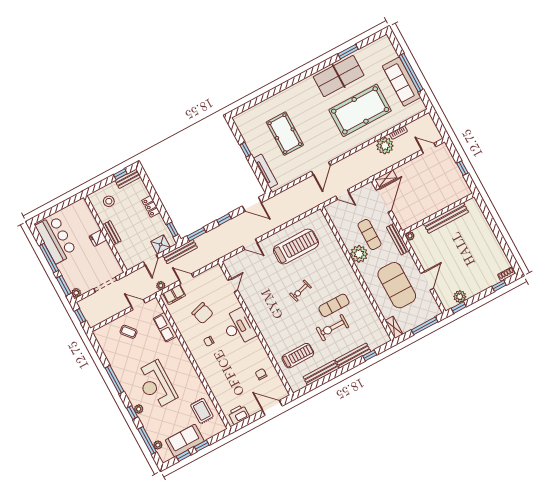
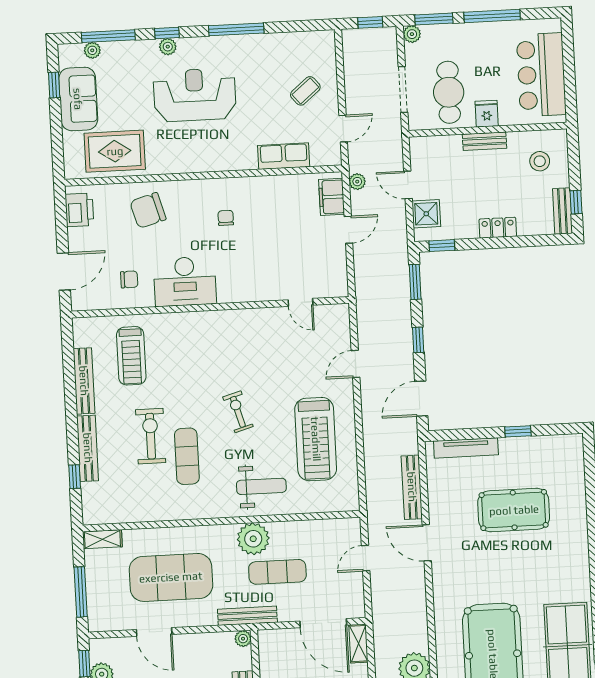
bar counter: (56, 239) -> (541, 75), moved, turned 90
bench: (180, 252) -> (412, 487), moved
cafe table: (96, 262) -> (449, 92), added
weight bench: (331, 262) -> (261, 486), added
chair: (203, 313) -> (148, 210), moved
desk: (239, 327) -> (185, 281), moved
rug: (202, 411) -> (115, 151), width x1.36, depth x1.43
window: (202, 446) -> (56, 123), removed

